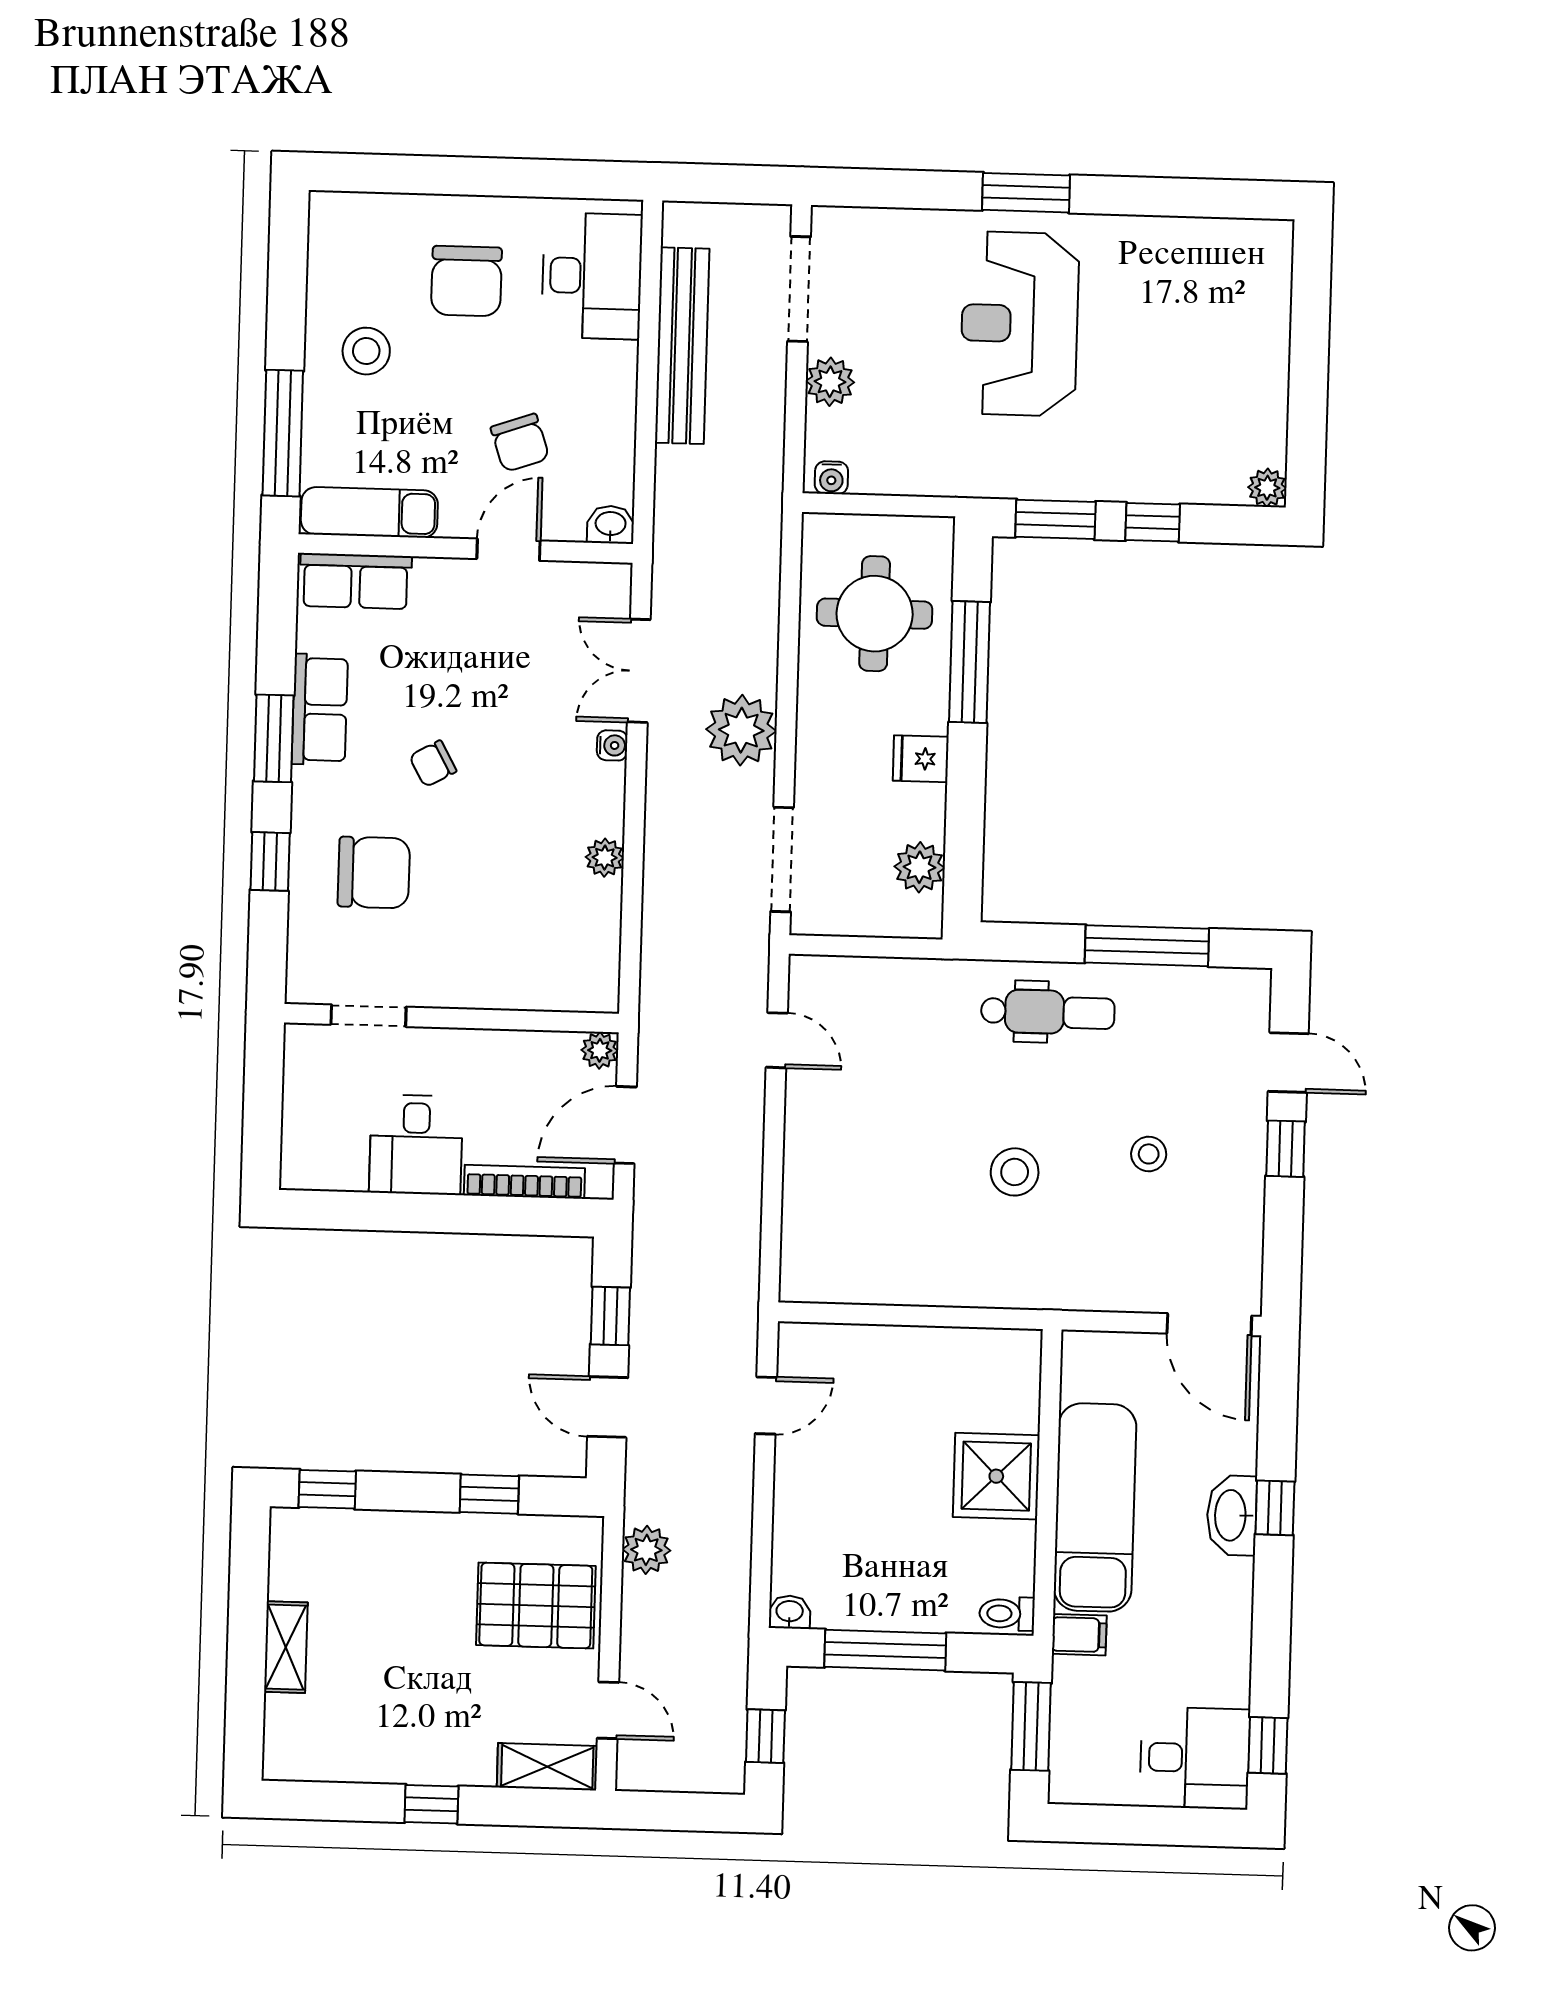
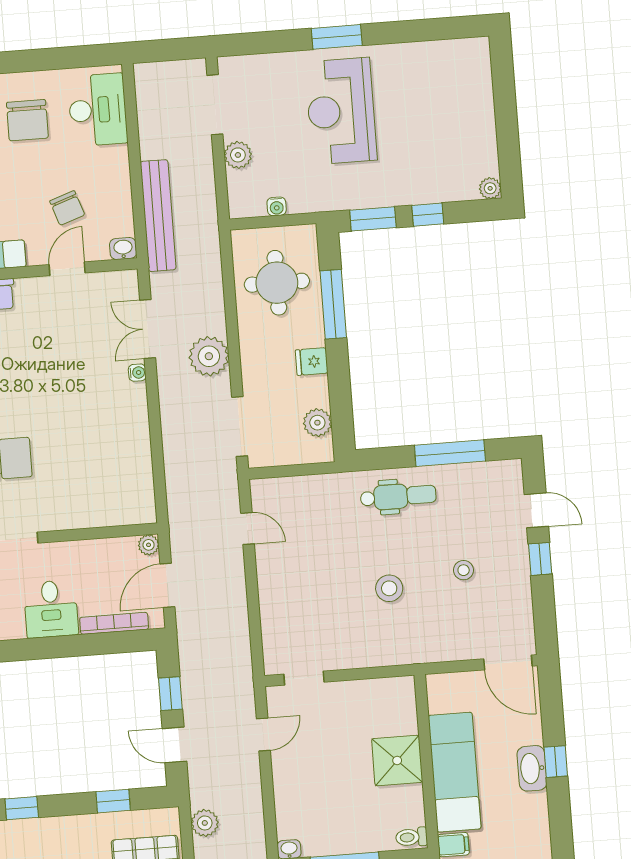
bench: (682, 346) -> (158, 216), moved
water cooler: (831, 478) -> (277, 206), moved
chair: (433, 764) -> (37, 394), removed
plant: (605, 858) -> (140, 436), removed
doorway: (848, 1314) -> (304, 678), added

